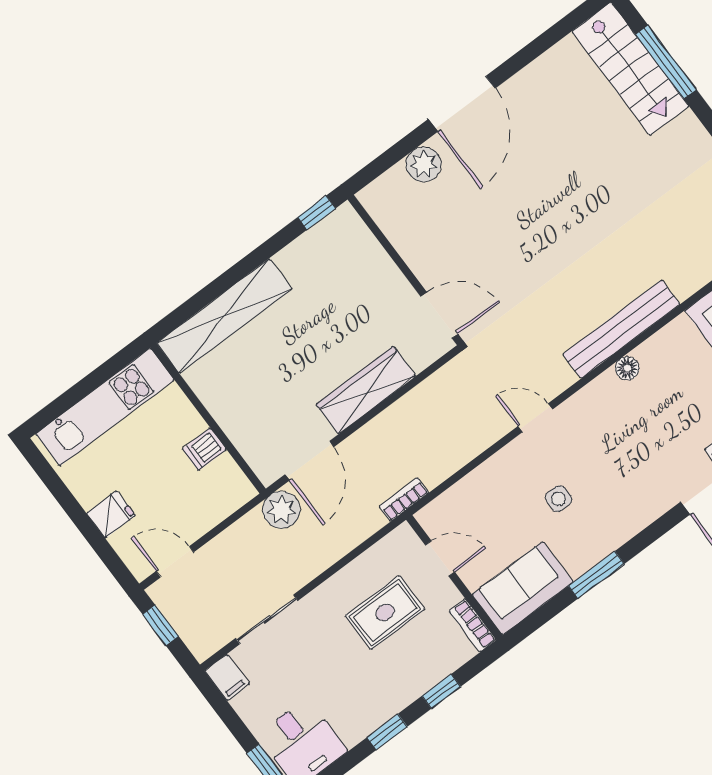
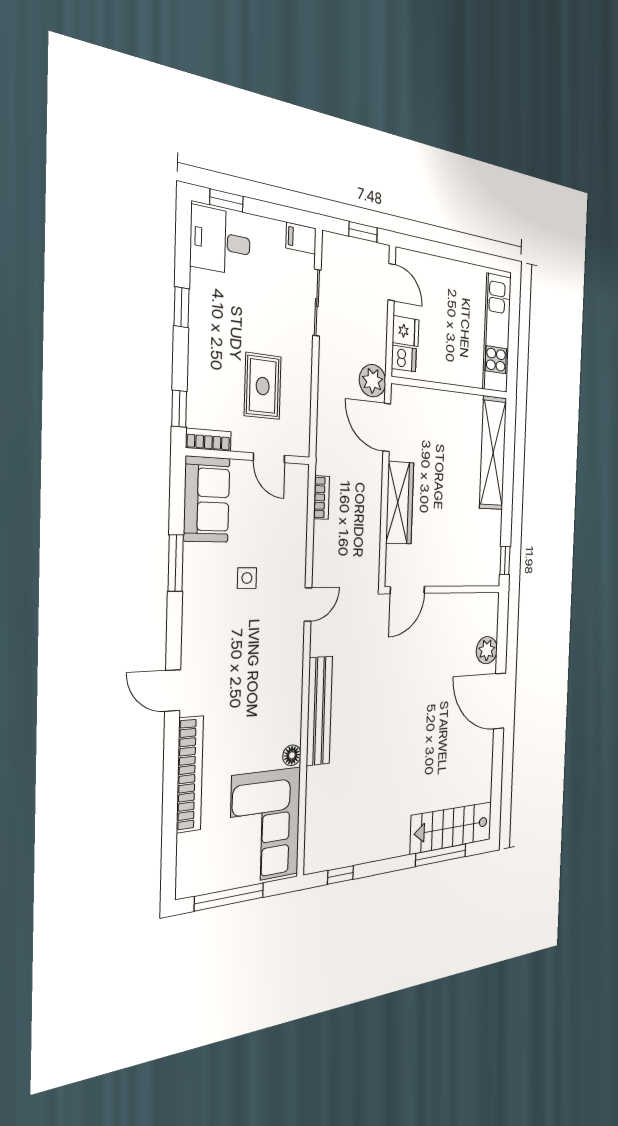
floor lamp: (627, 368) -> (292, 755), moved
dishwasher: (204, 449) -> (404, 359), moved, turned 90
bookcase: (404, 499) -> (321, 497), moved
fridge: (111, 514) -> (406, 331), moved, turned -90
door: (440, 559) -> (269, 458), hinge flipped
door: (175, 562) -> (392, 282), hinge flipped
window: (441, 691) -> (179, 409), moved

